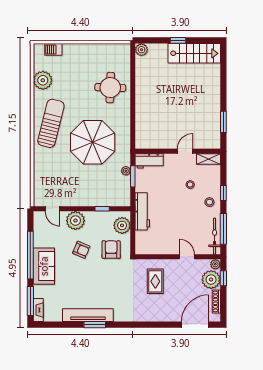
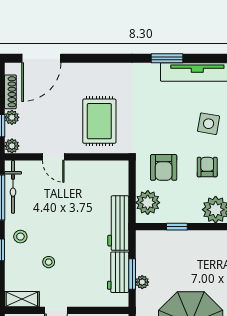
workbench: (149, 161) -> (118, 272), moved, turned -90
armchair: (81, 250) -> (207, 167), turned 67
side table: (80, 280) -> (209, 124), added
plant: (211, 280) -> (12, 117), width x0.53, depth x0.53
rug: (155, 281) -> (99, 121), width x1.36, depth x1.43
window: (95, 325) -> (167, 58), moved

